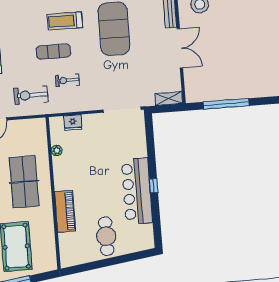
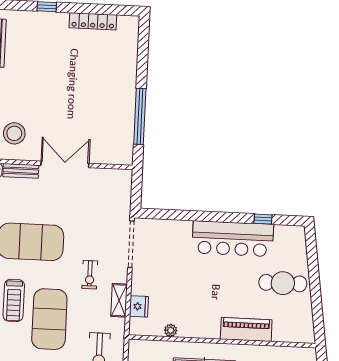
exercise mat: (53, 52) -> (49, 319), width x2.00, depth x1.45
exercise bike: (67, 80) -> (90, 275), moved
shelving: (169, 98) -> (119, 300), moved
window: (154, 186) -> (263, 219), moved

